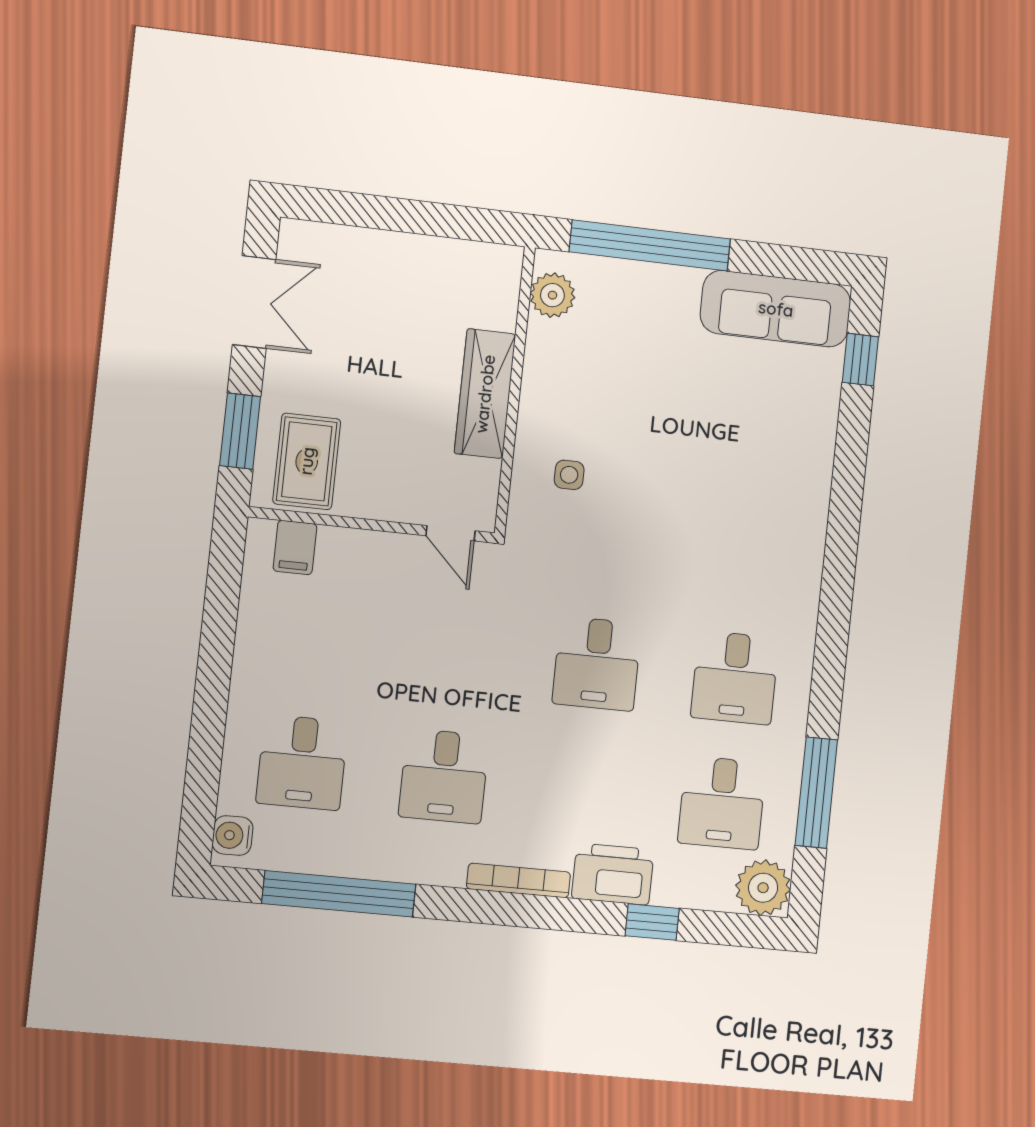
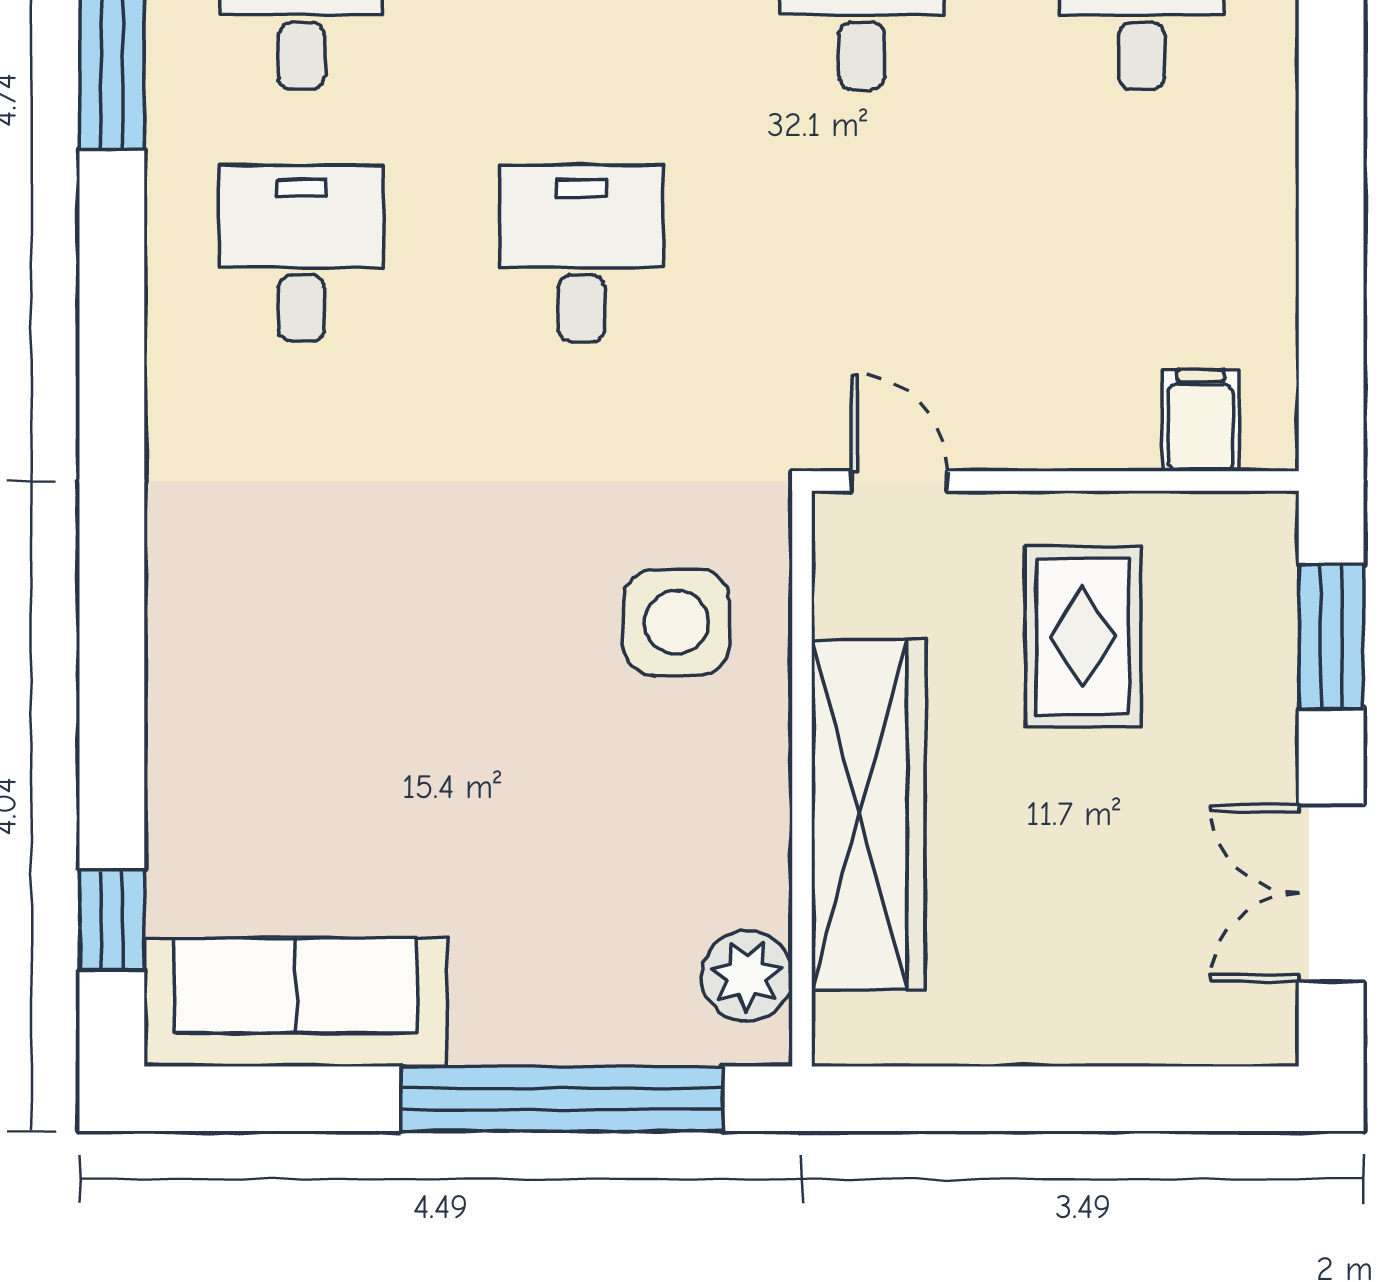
wardrobe: (485, 394) -> (868, 815), width x1.40, depth x1.17
rug: (307, 461) -> (1083, 637), moved
side table: (569, 475) -> (676, 622), width x1.87, depth x1.87

